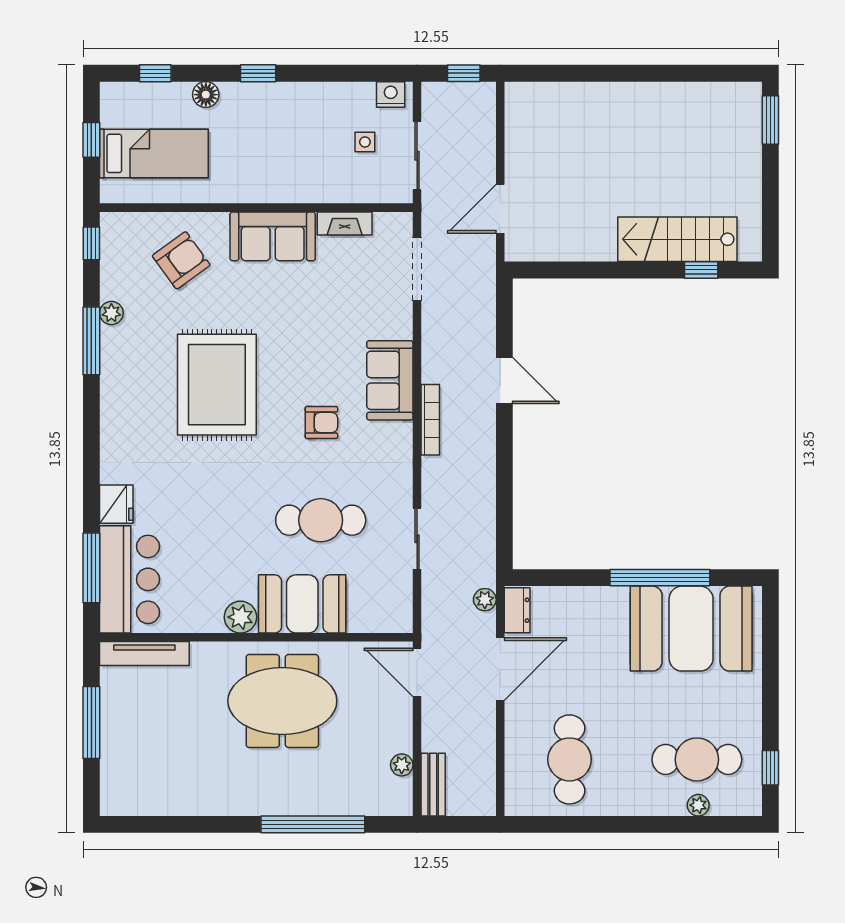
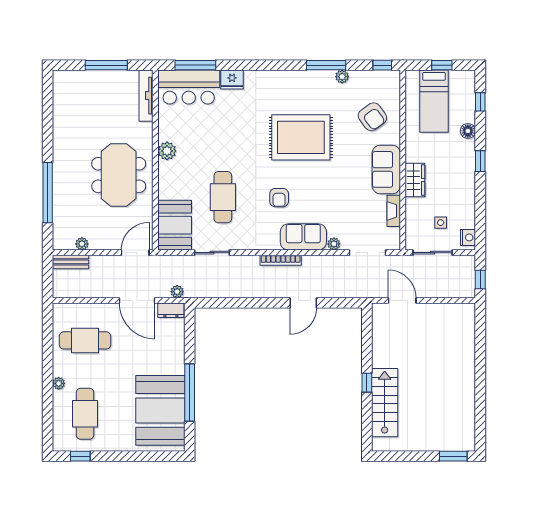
wardrobe: (291, 187) -> (415, 180), added
window: (701, 270) -> (367, 383), moved
plant: (402, 327) -> (334, 244), added
booth: (302, 604) -> (175, 225), moved
plant: (698, 805) -> (59, 383), moved

